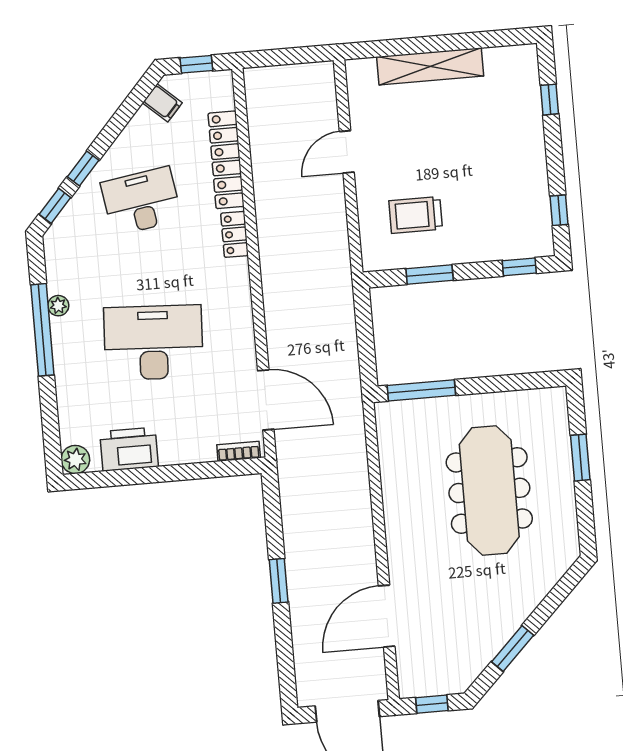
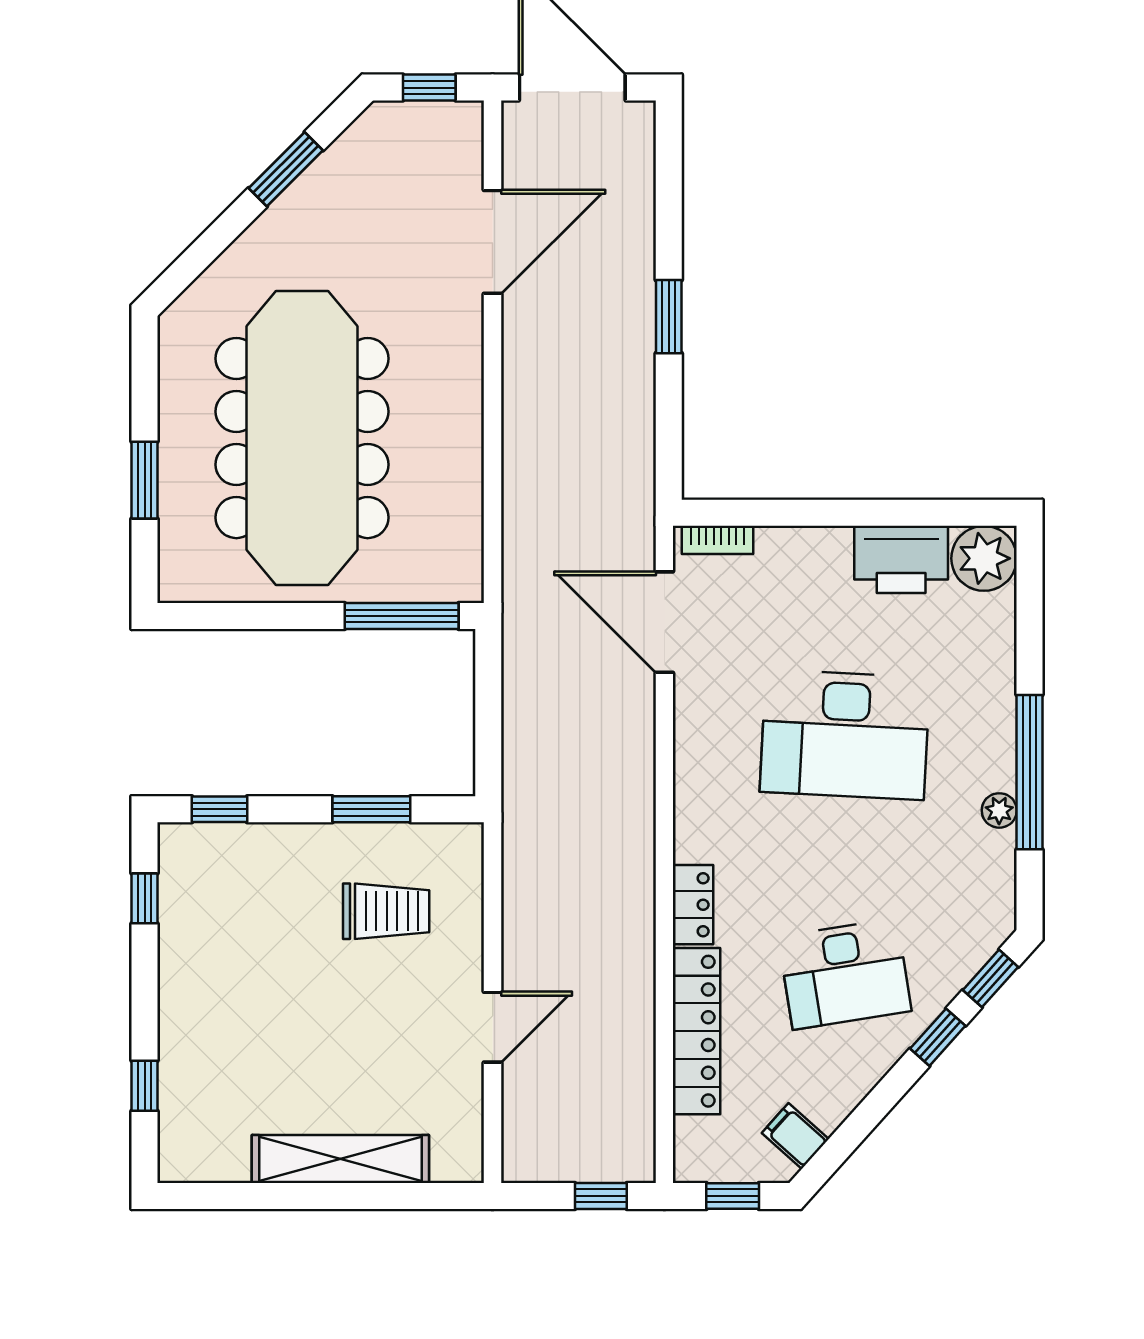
window: (274, 58) -> (601, 1196), added
plant: (75, 459) -> (984, 558), width x1.36, depth x1.36
meeting table: (489, 490) -> (302, 438), width x1.36, depth x1.27

